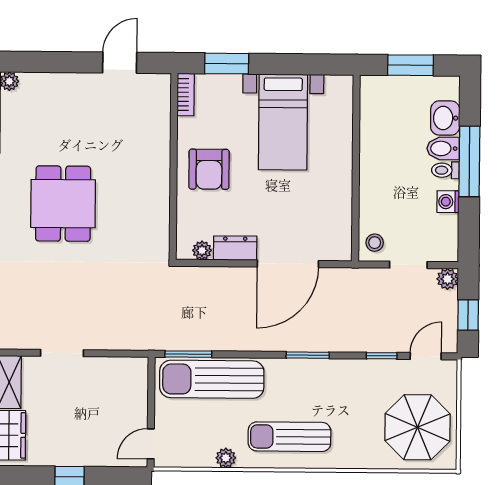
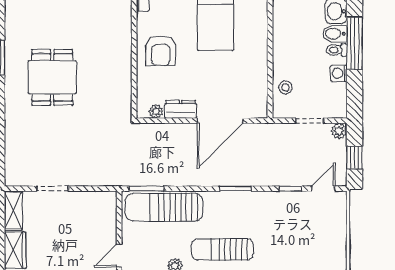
stool: (375, 243) -> (286, 87), moved
parasol: (417, 427) -> (318, 242), removed

